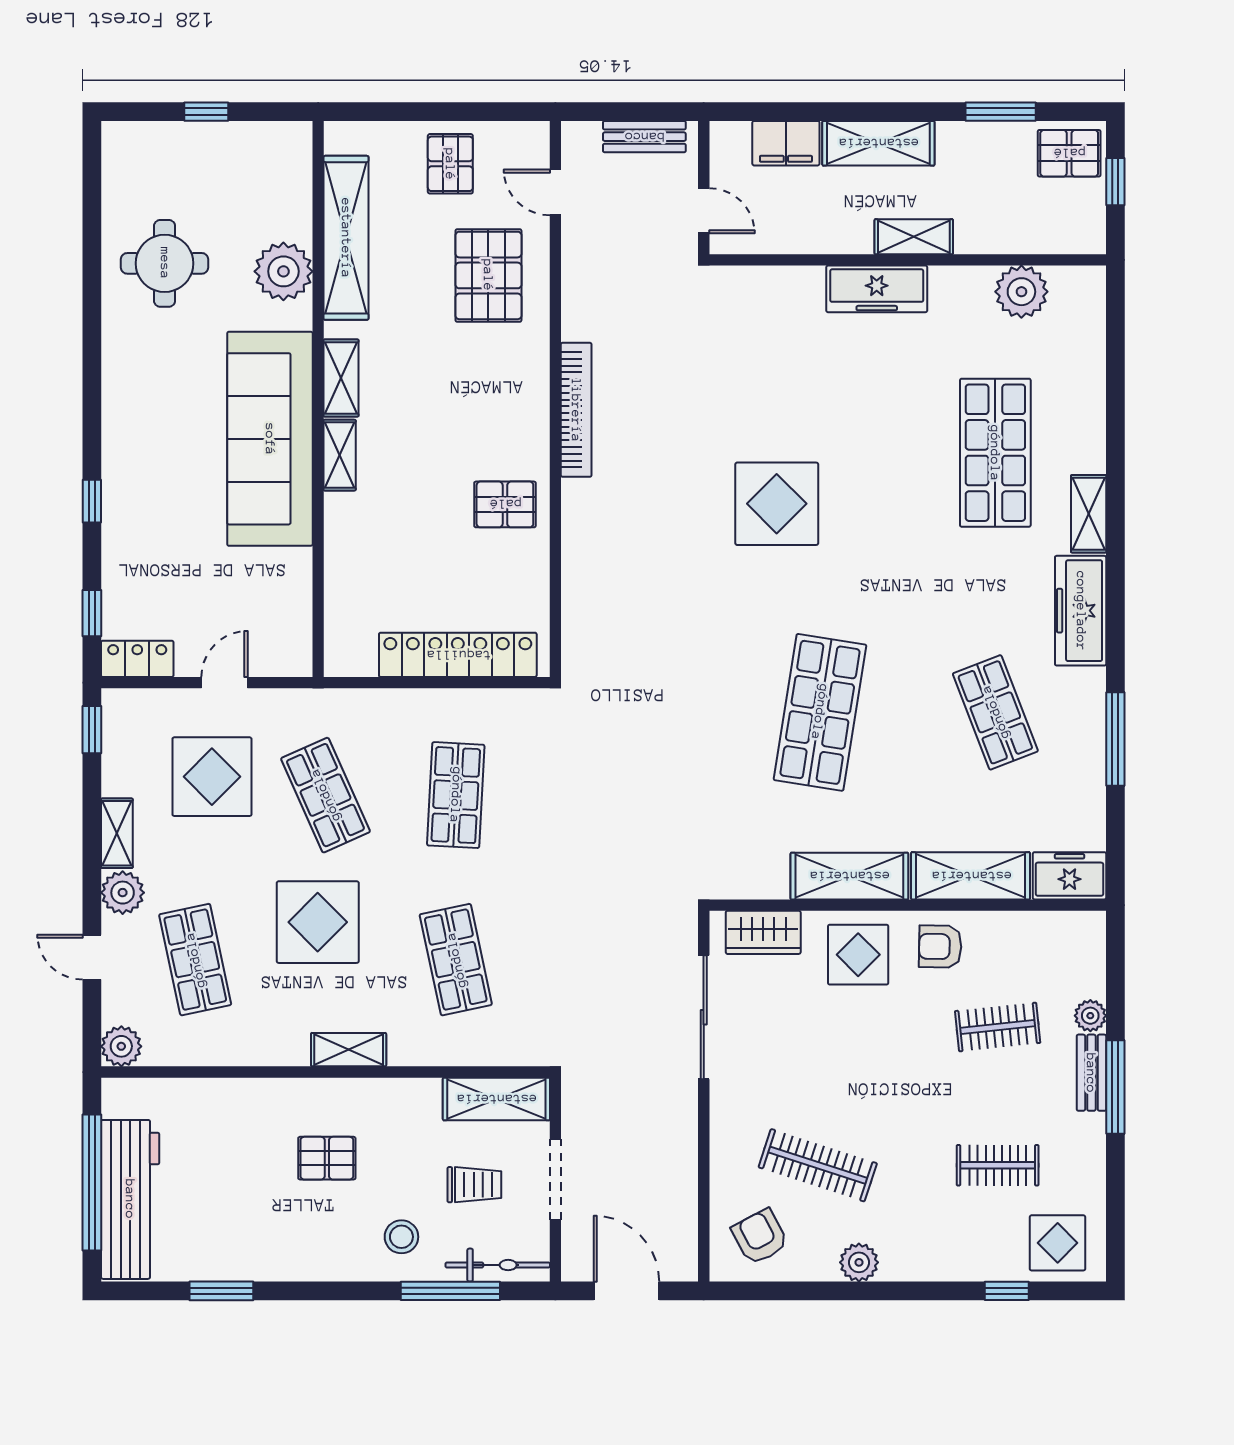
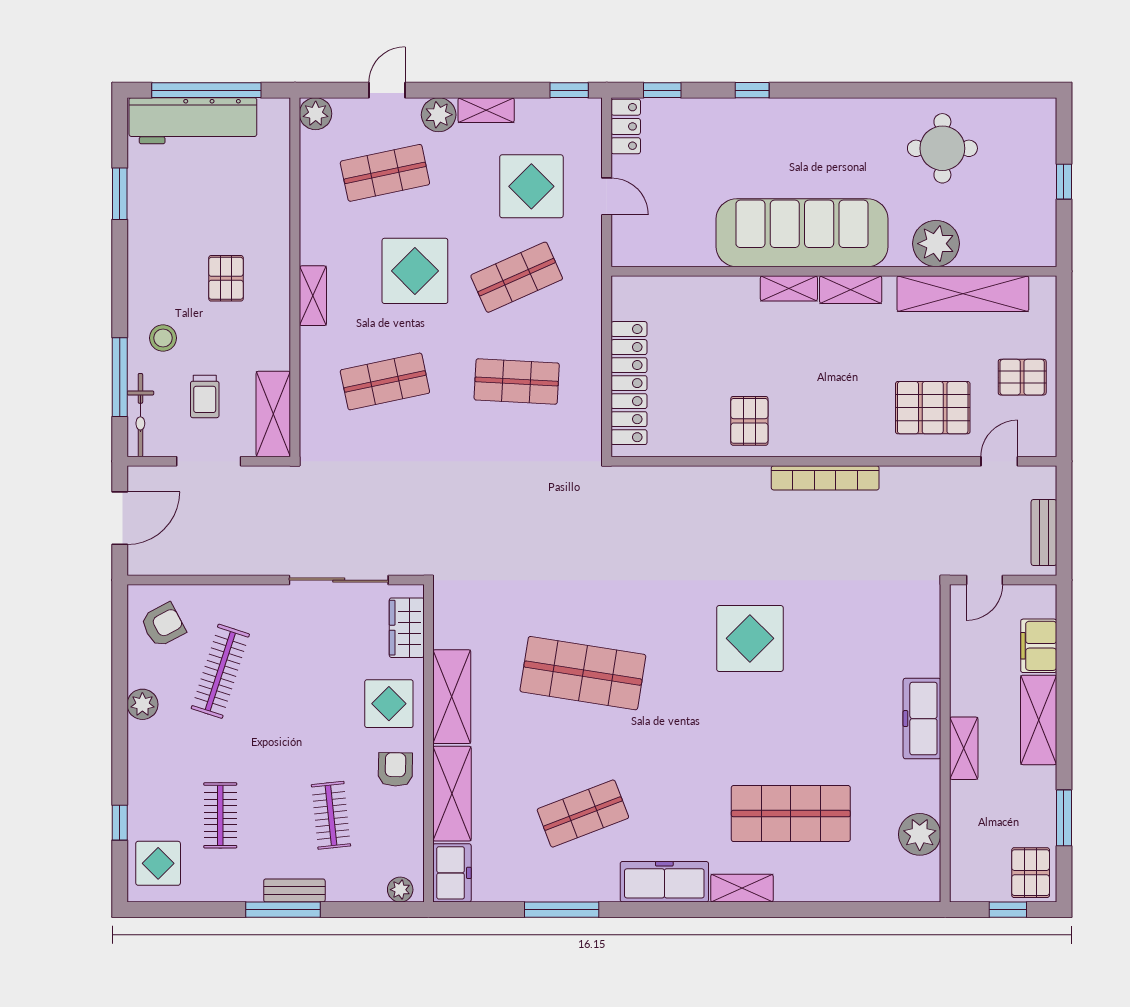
plant: (1090, 1016) -> (400, 890), moved

